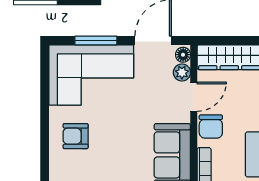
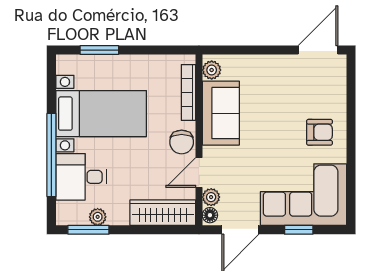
window: (96, 40) -> (299, 230), width x0.67
chair: (211, 127) -> (182, 142), turned 180

